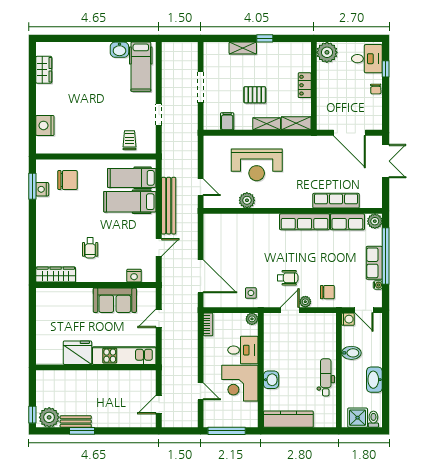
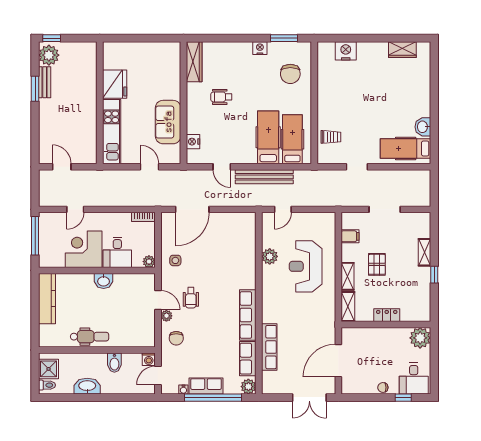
nightstand: (42, 189) -> (260, 48), moved
washbasin: (271, 380) -> (104, 281), moved

